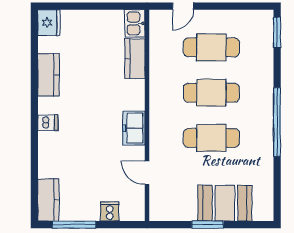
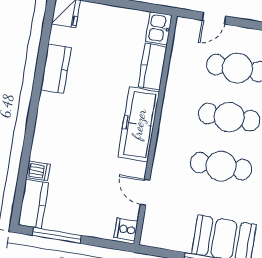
dishwasher: (48, 123) -> (38, 171), moved
freezer: (134, 128) -> (139, 124), width x1.91, depth x1.26
cooker: (110, 211) -> (126, 229), moved, turned -90

